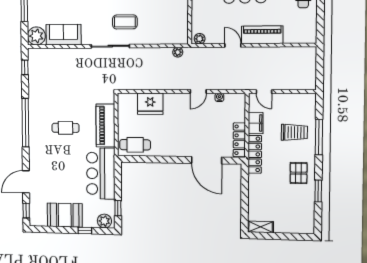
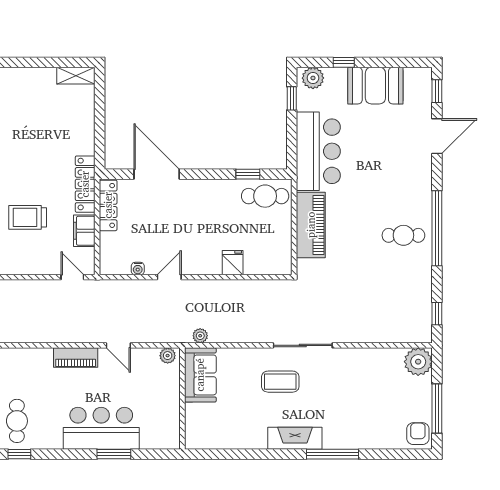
sofa: (64, 35) -> (200, 375), moved, turned -90
piano: (262, 35) -> (76, 358), width x0.73, depth x0.75
fridge: (150, 104) -> (233, 263), width x0.53, depth x0.75
cafe table: (65, 128) -> (403, 235), moved
window: (146, 159) -> (248, 174), added
pallet: (299, 173) -> (21, 157), removed

